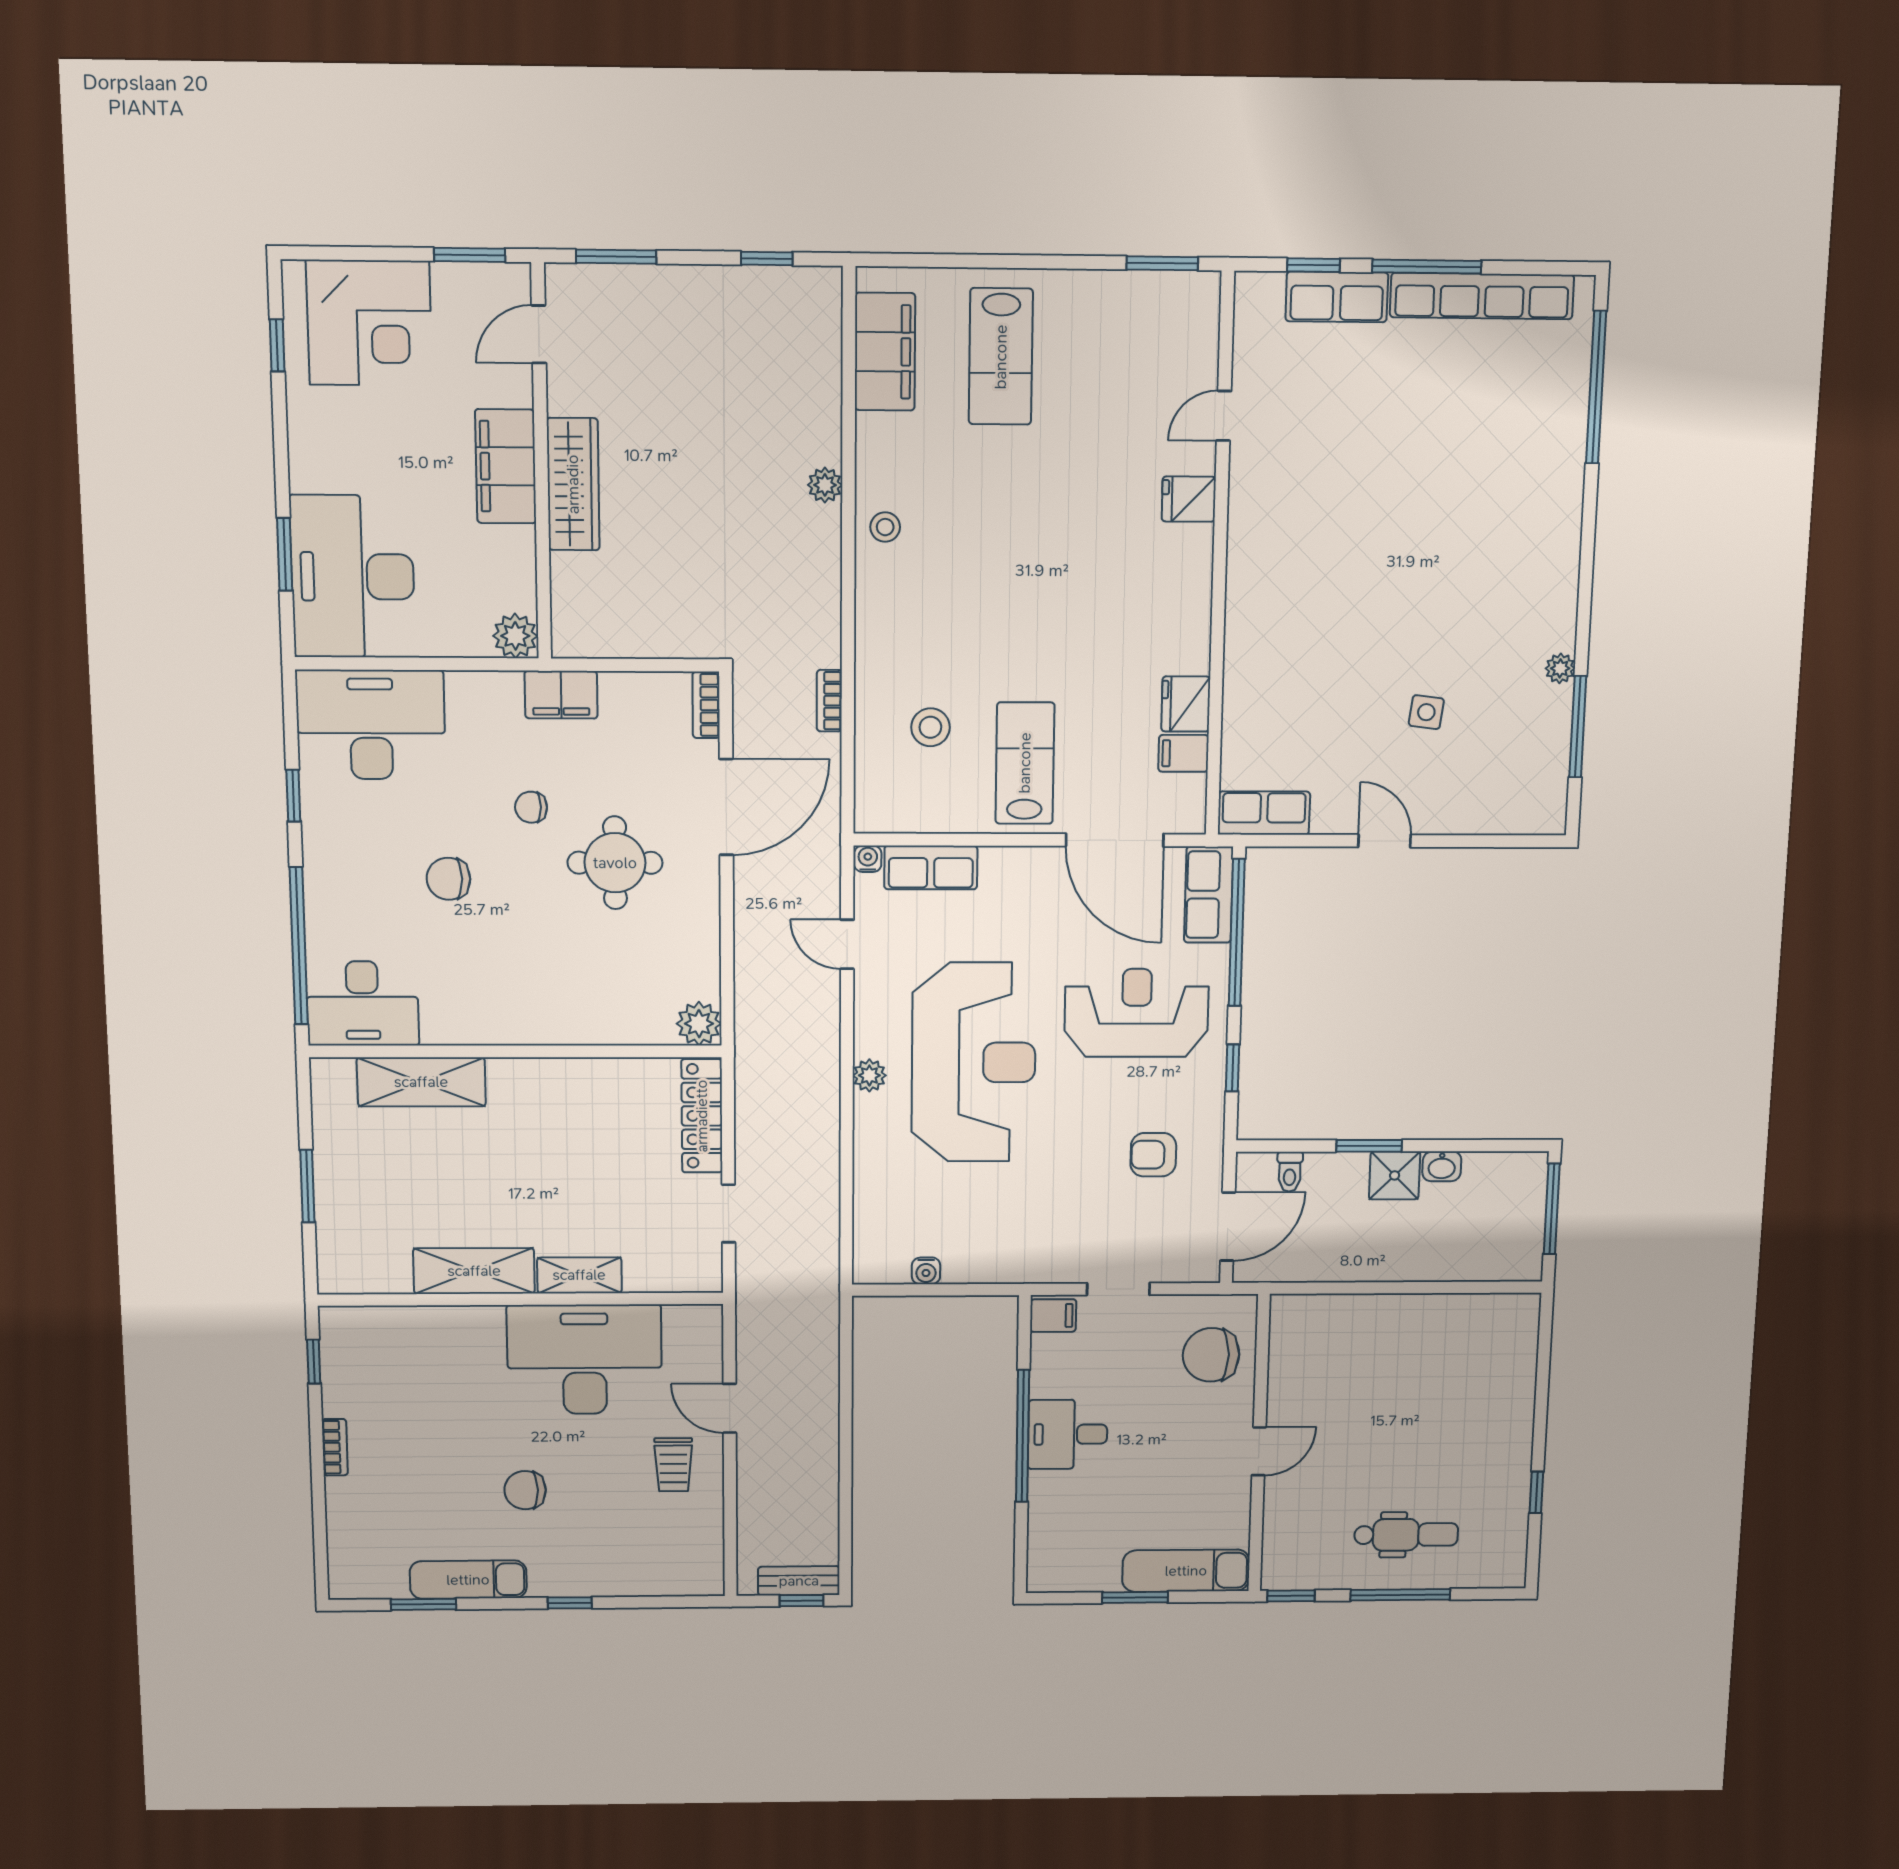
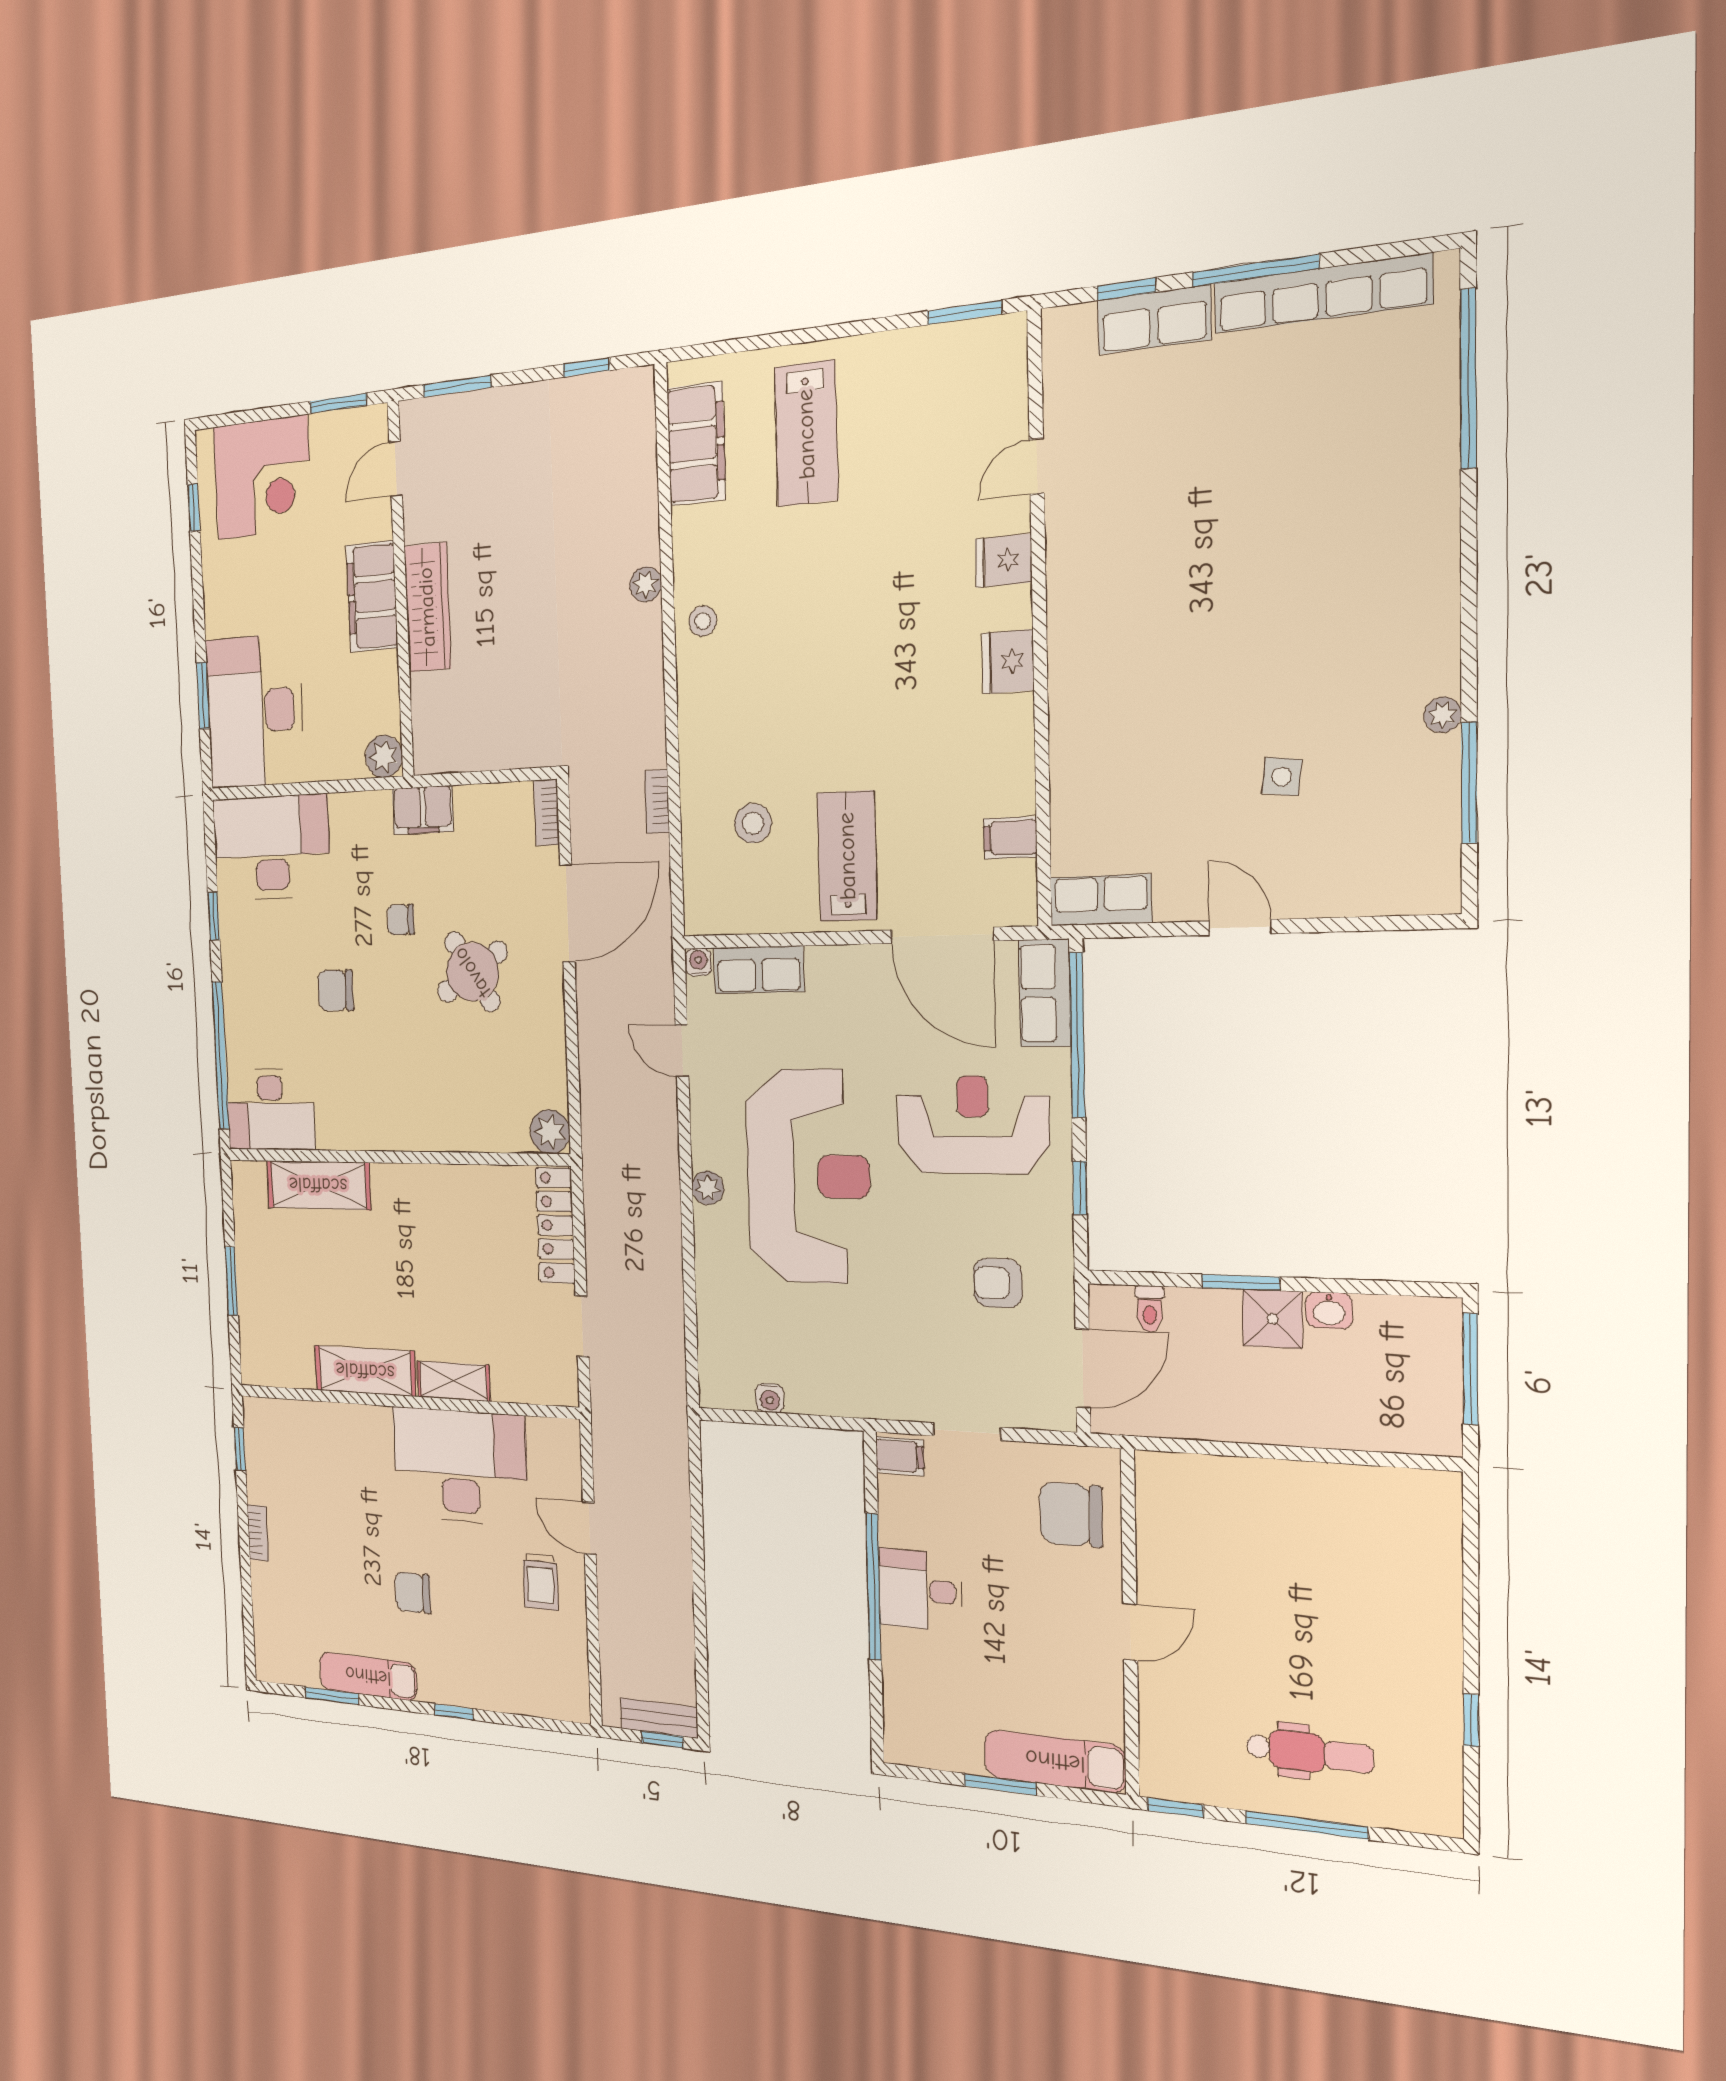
fridge: (1186, 704) -> (1008, 662), moved
round table: (615, 863) -> (472, 972), turned -33

